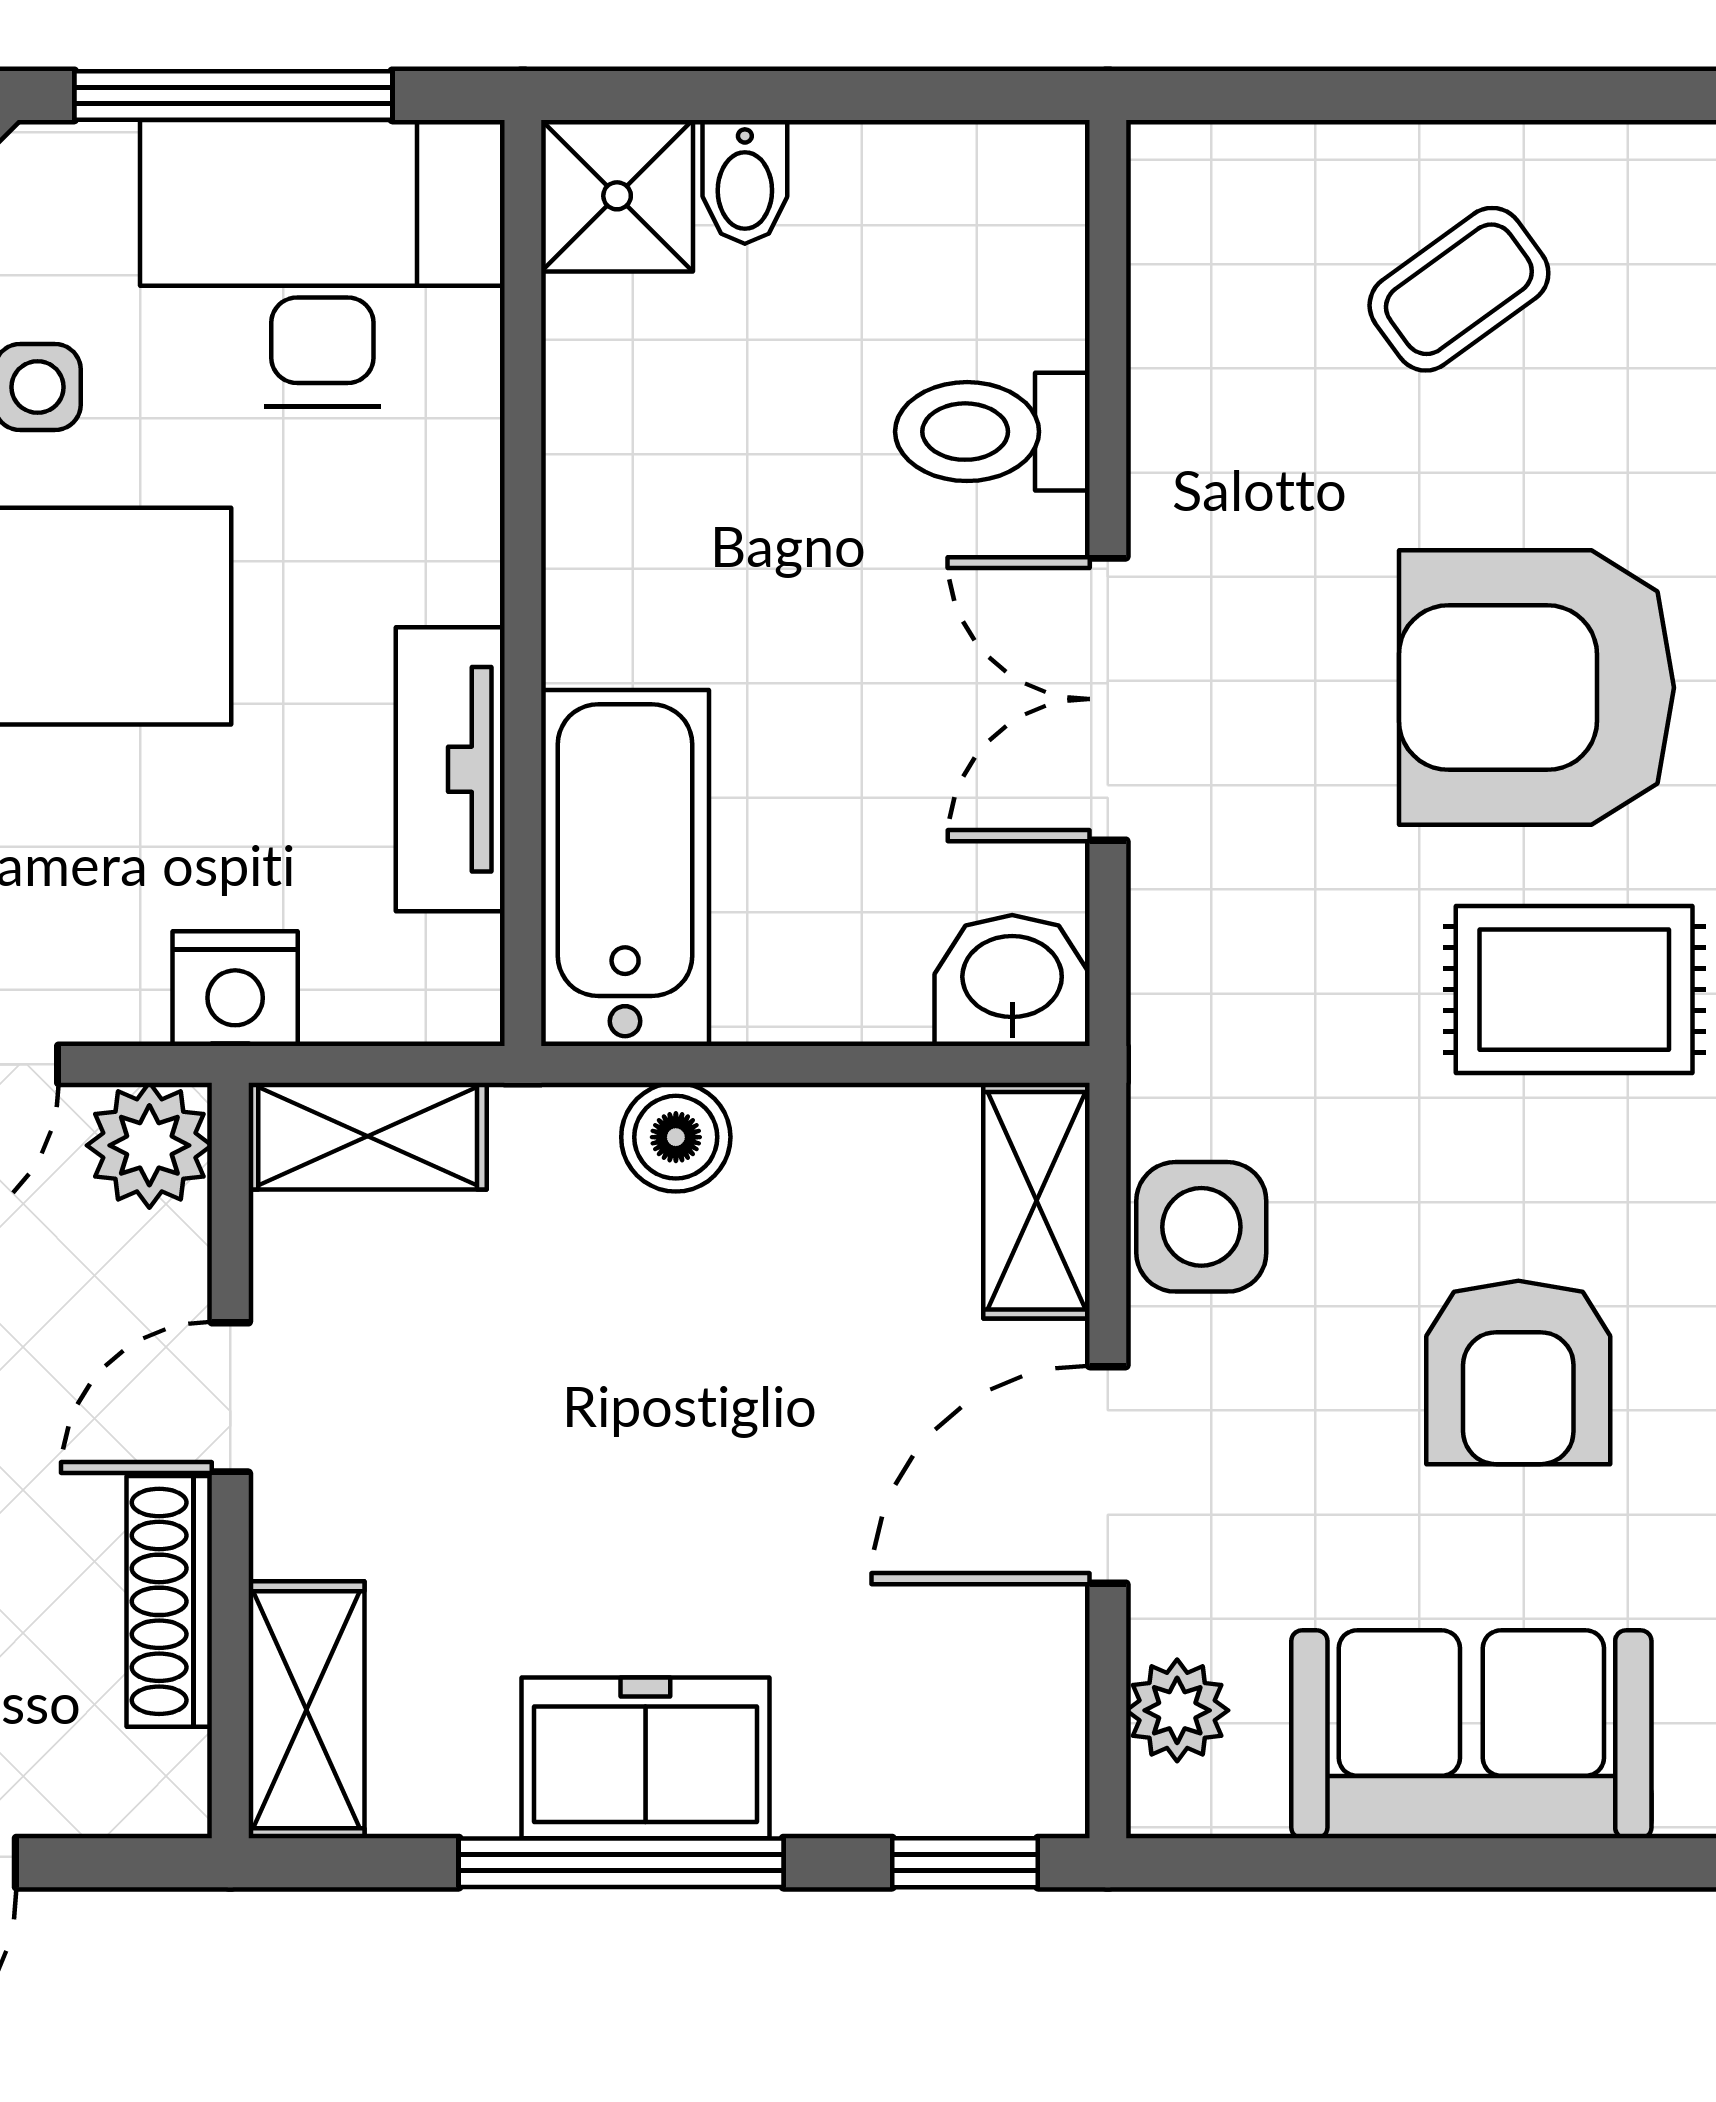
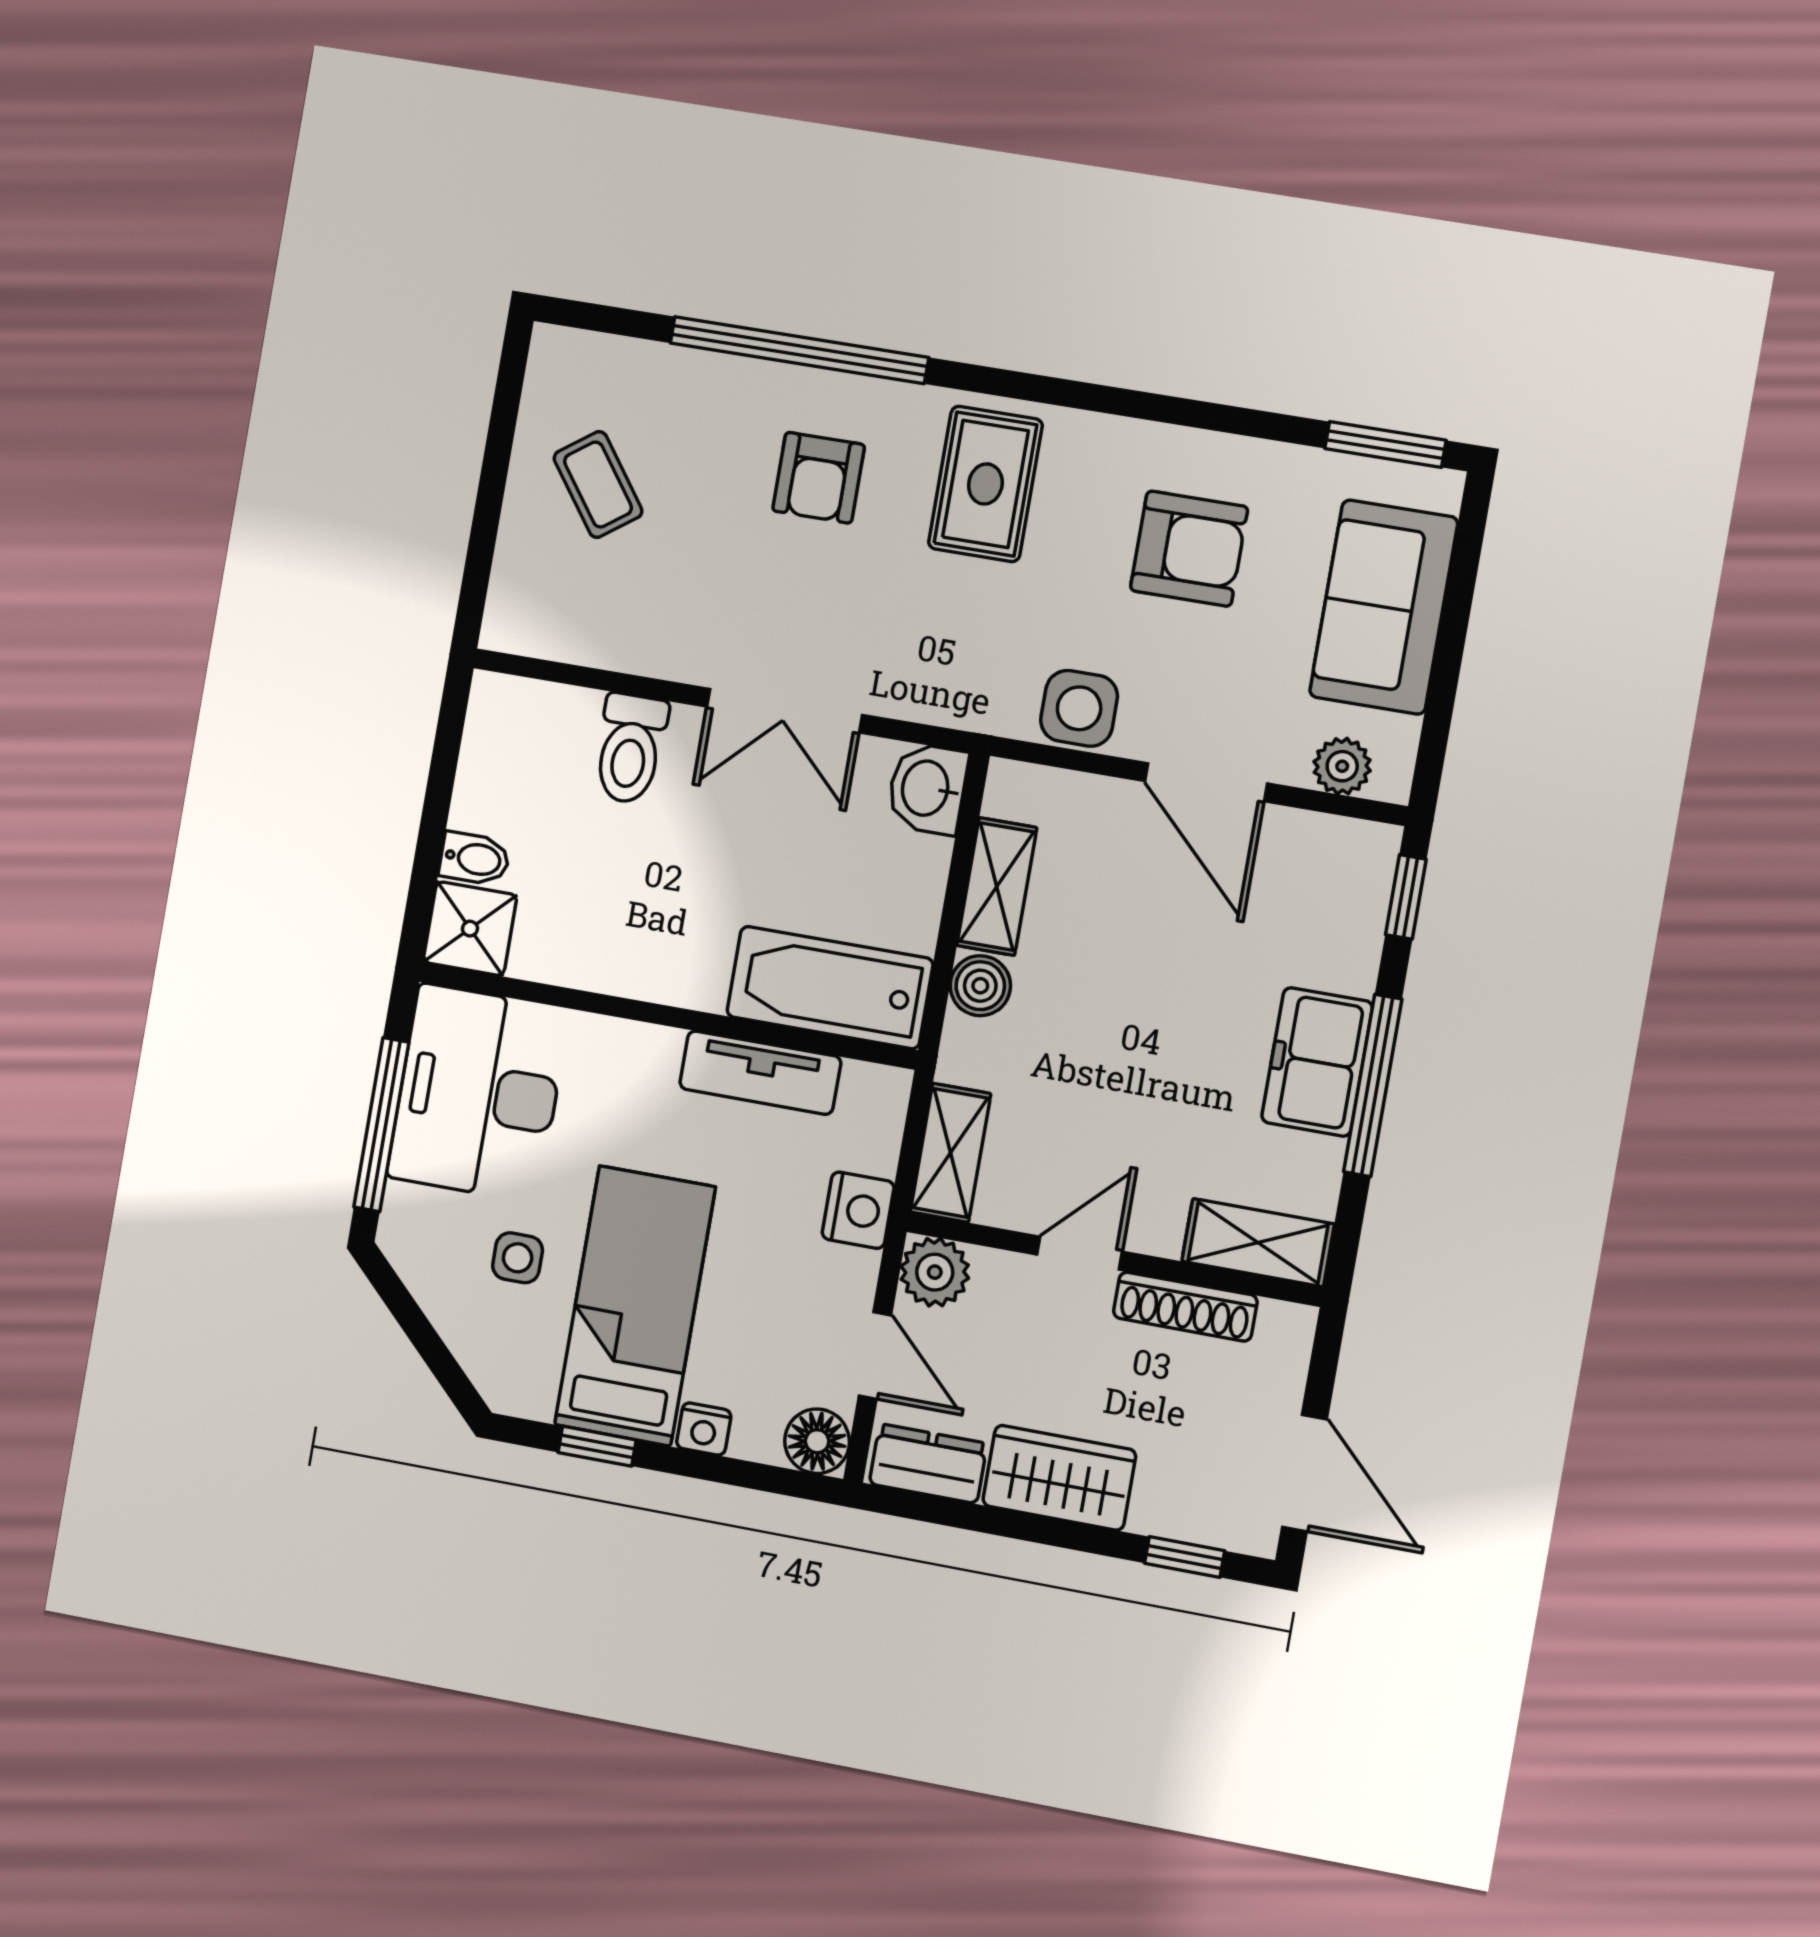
armchair: (1536, 688) -> (819, 478), width x0.53, depth x0.53
shelving: (1036, 1201) -> (997, 887), moved, turned 90
door: (230, 1397) -> (1080, 1253), swing flipped

